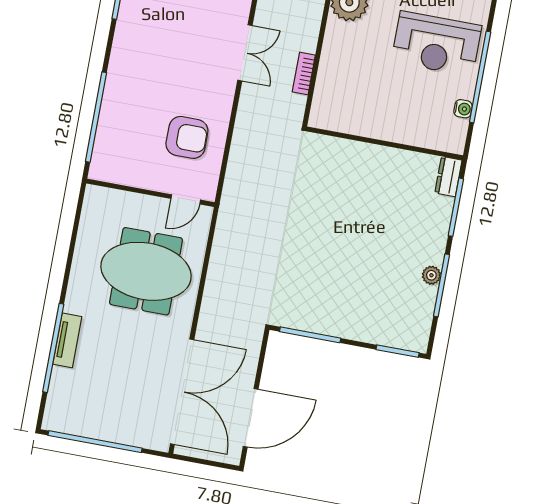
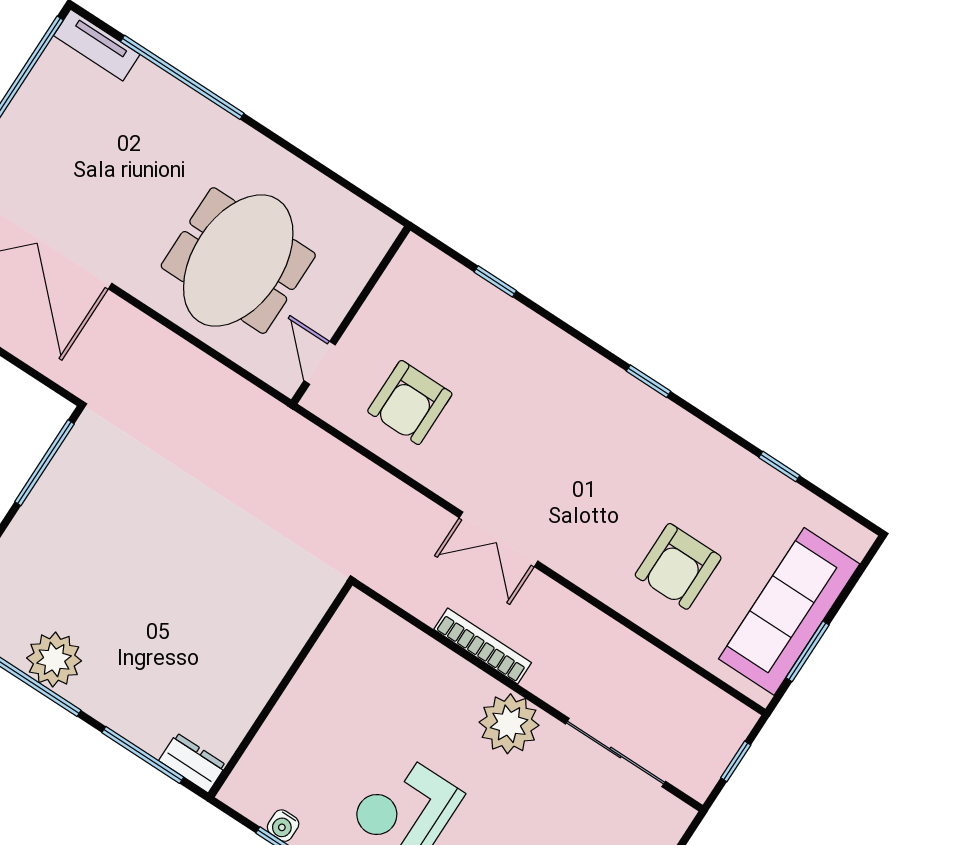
bookcase: (304, 74) -> (483, 646), moved, width x1.56
window: (96, 117) -> (495, 281), width x0.32
plant: (431, 275) -> (54, 659), width x1.88, depth x1.88
tv unit: (67, 340) -> (97, 45), moved

